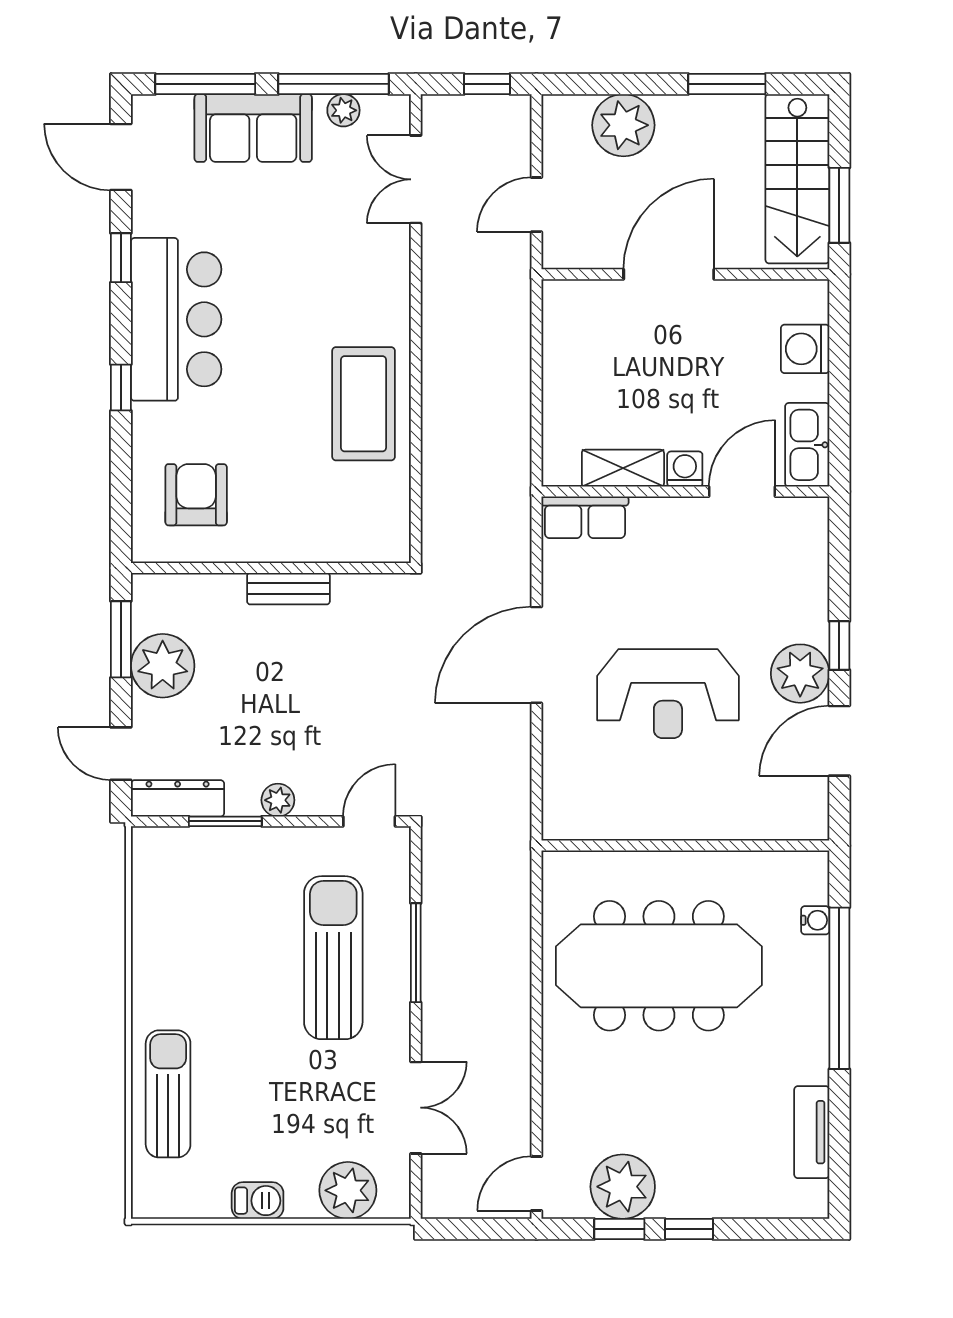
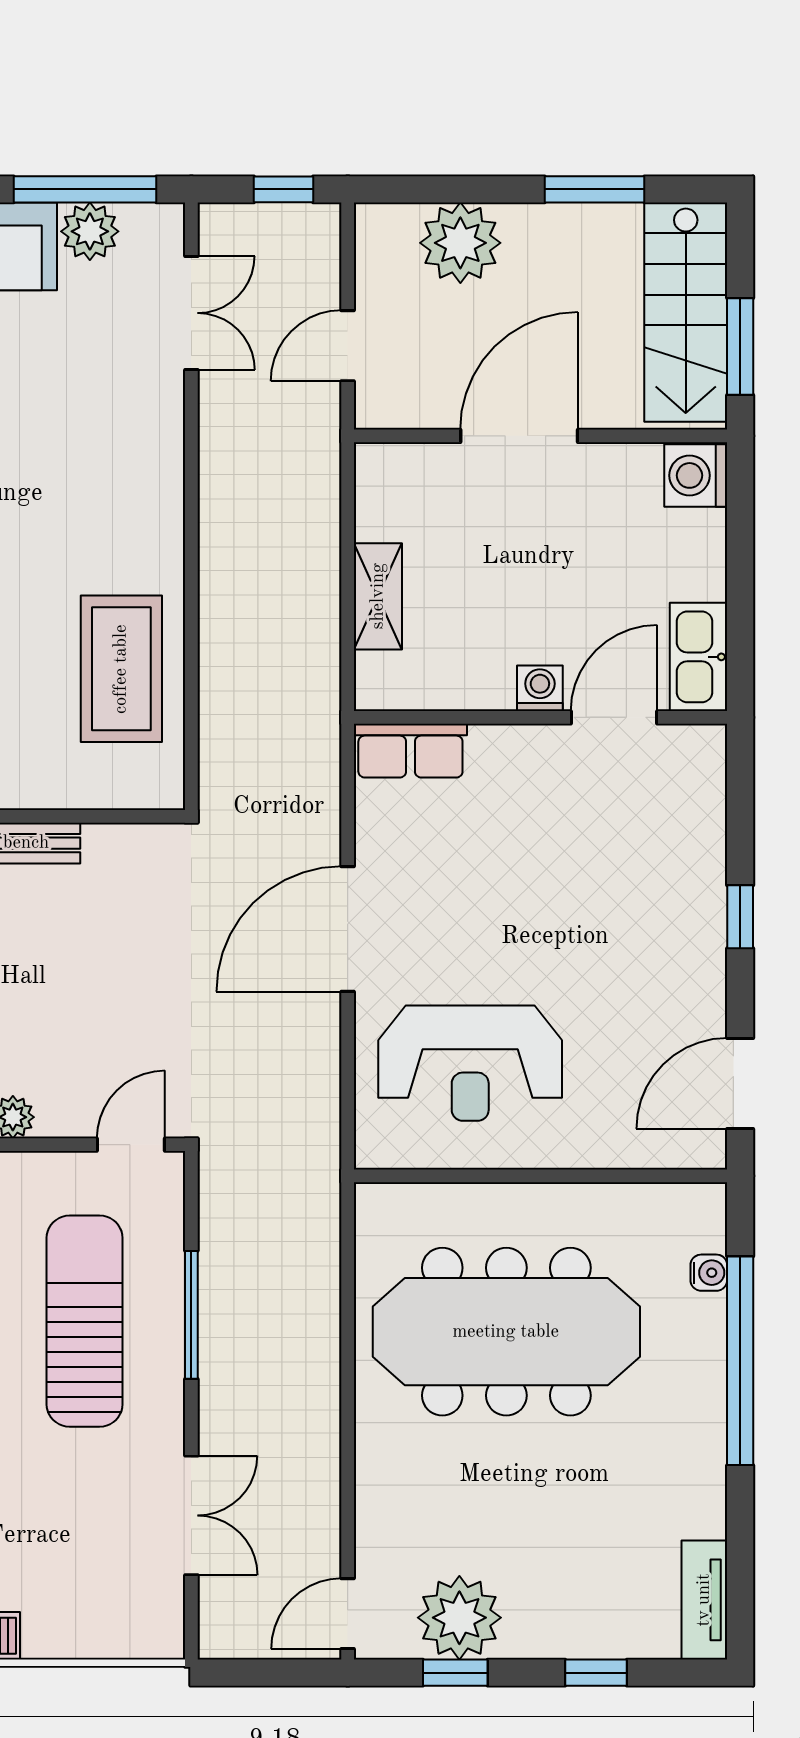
plant: (343, 110) -> (90, 231), width x1.38, depth x1.38
double door: (416, 179) -> (191, 313), swing flipped
washing machine: (805, 349) -> (696, 475), moved
coffee table: (364, 404) -> (121, 669), moved
shelving: (623, 468) -> (378, 596), moved, turned 90
plant: (800, 674) -> (689, 953), removed
reception desk: (668, 694) -> (470, 1063), moved
door: (839, 741) -> (740, 1083), moved
tv unit: (812, 1132) -> (704, 1600), moved
plant: (348, 1190) -> (103, 1623), removed
window: (689, 1229) -> (596, 1673), moved

